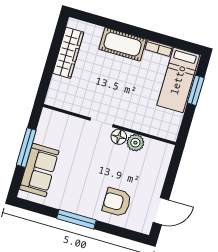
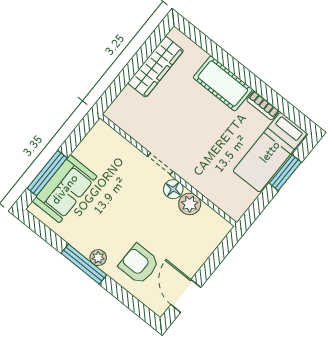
window: (26, 148) -> (47, 173), moved
plant: (85, 210) -> (98, 258), added
door: (161, 211) -> (186, 296), swing flipped

